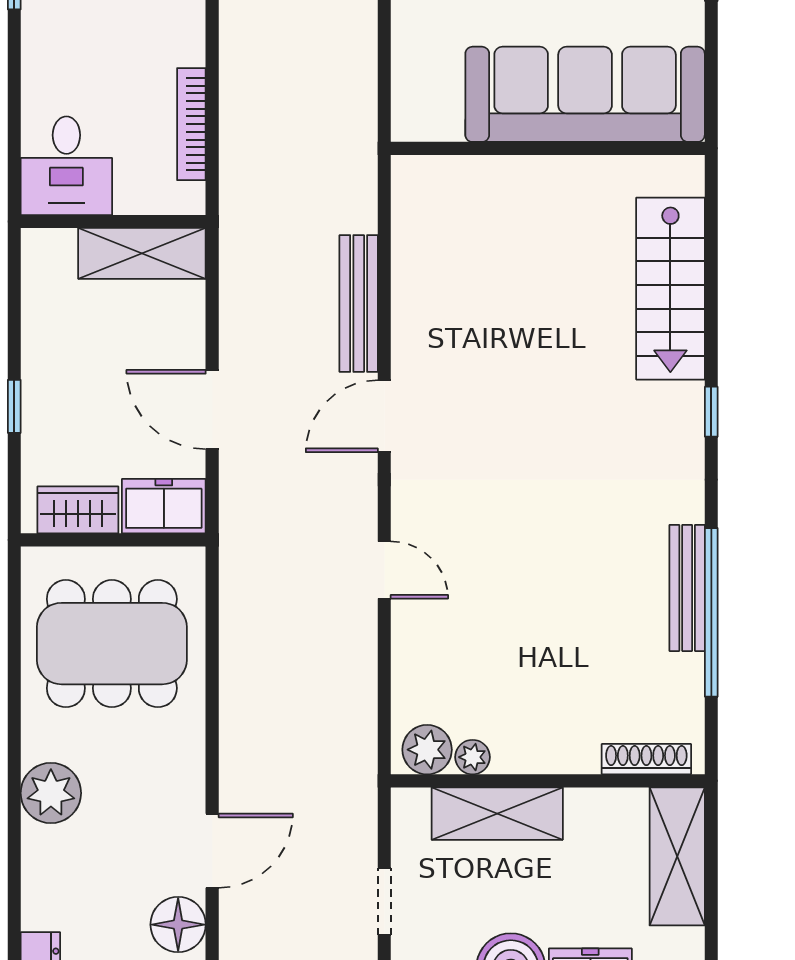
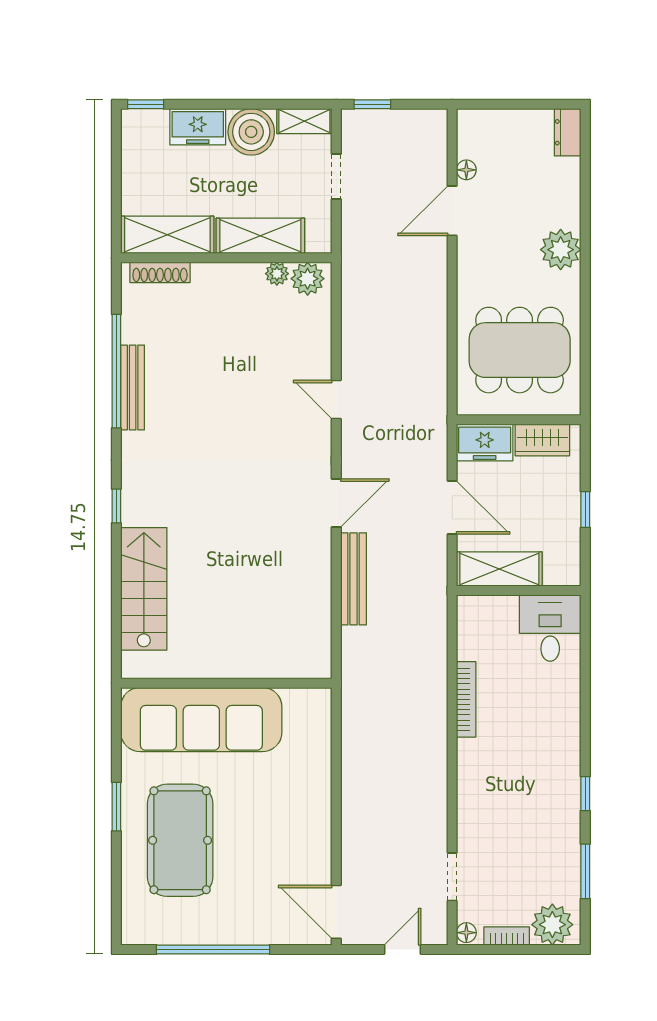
desk: (66, 166) -> (550, 628), moved
wall: (113, 221) -> (519, 591), moved
shelving: (142, 253) -> (499, 569), moved
shelving: (677, 856) -> (167, 235), moved, turned 90
floor lamp: (178, 925) -> (466, 170), width x0.53, depth x0.53

